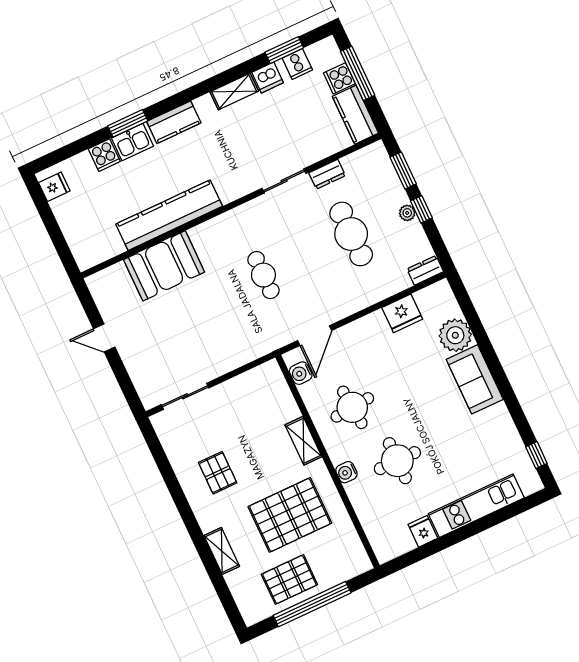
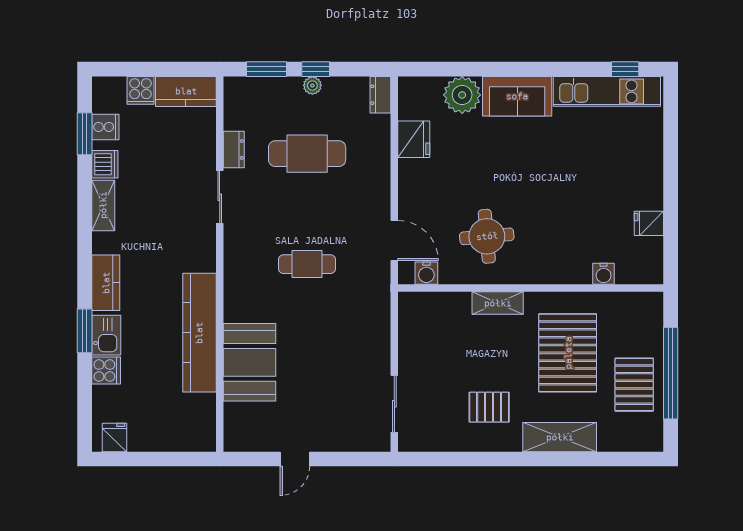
window: (358, 73) -> (144, 69), removed
round table: (397, 461) -> (564, 216), removed
water cooler: (346, 472) -> (604, 274), moved
kitchen unit: (476, 506) -> (607, 91), moved, turned -90
shelving: (222, 551) -> (560, 437), width x1.50, depth x1.33

